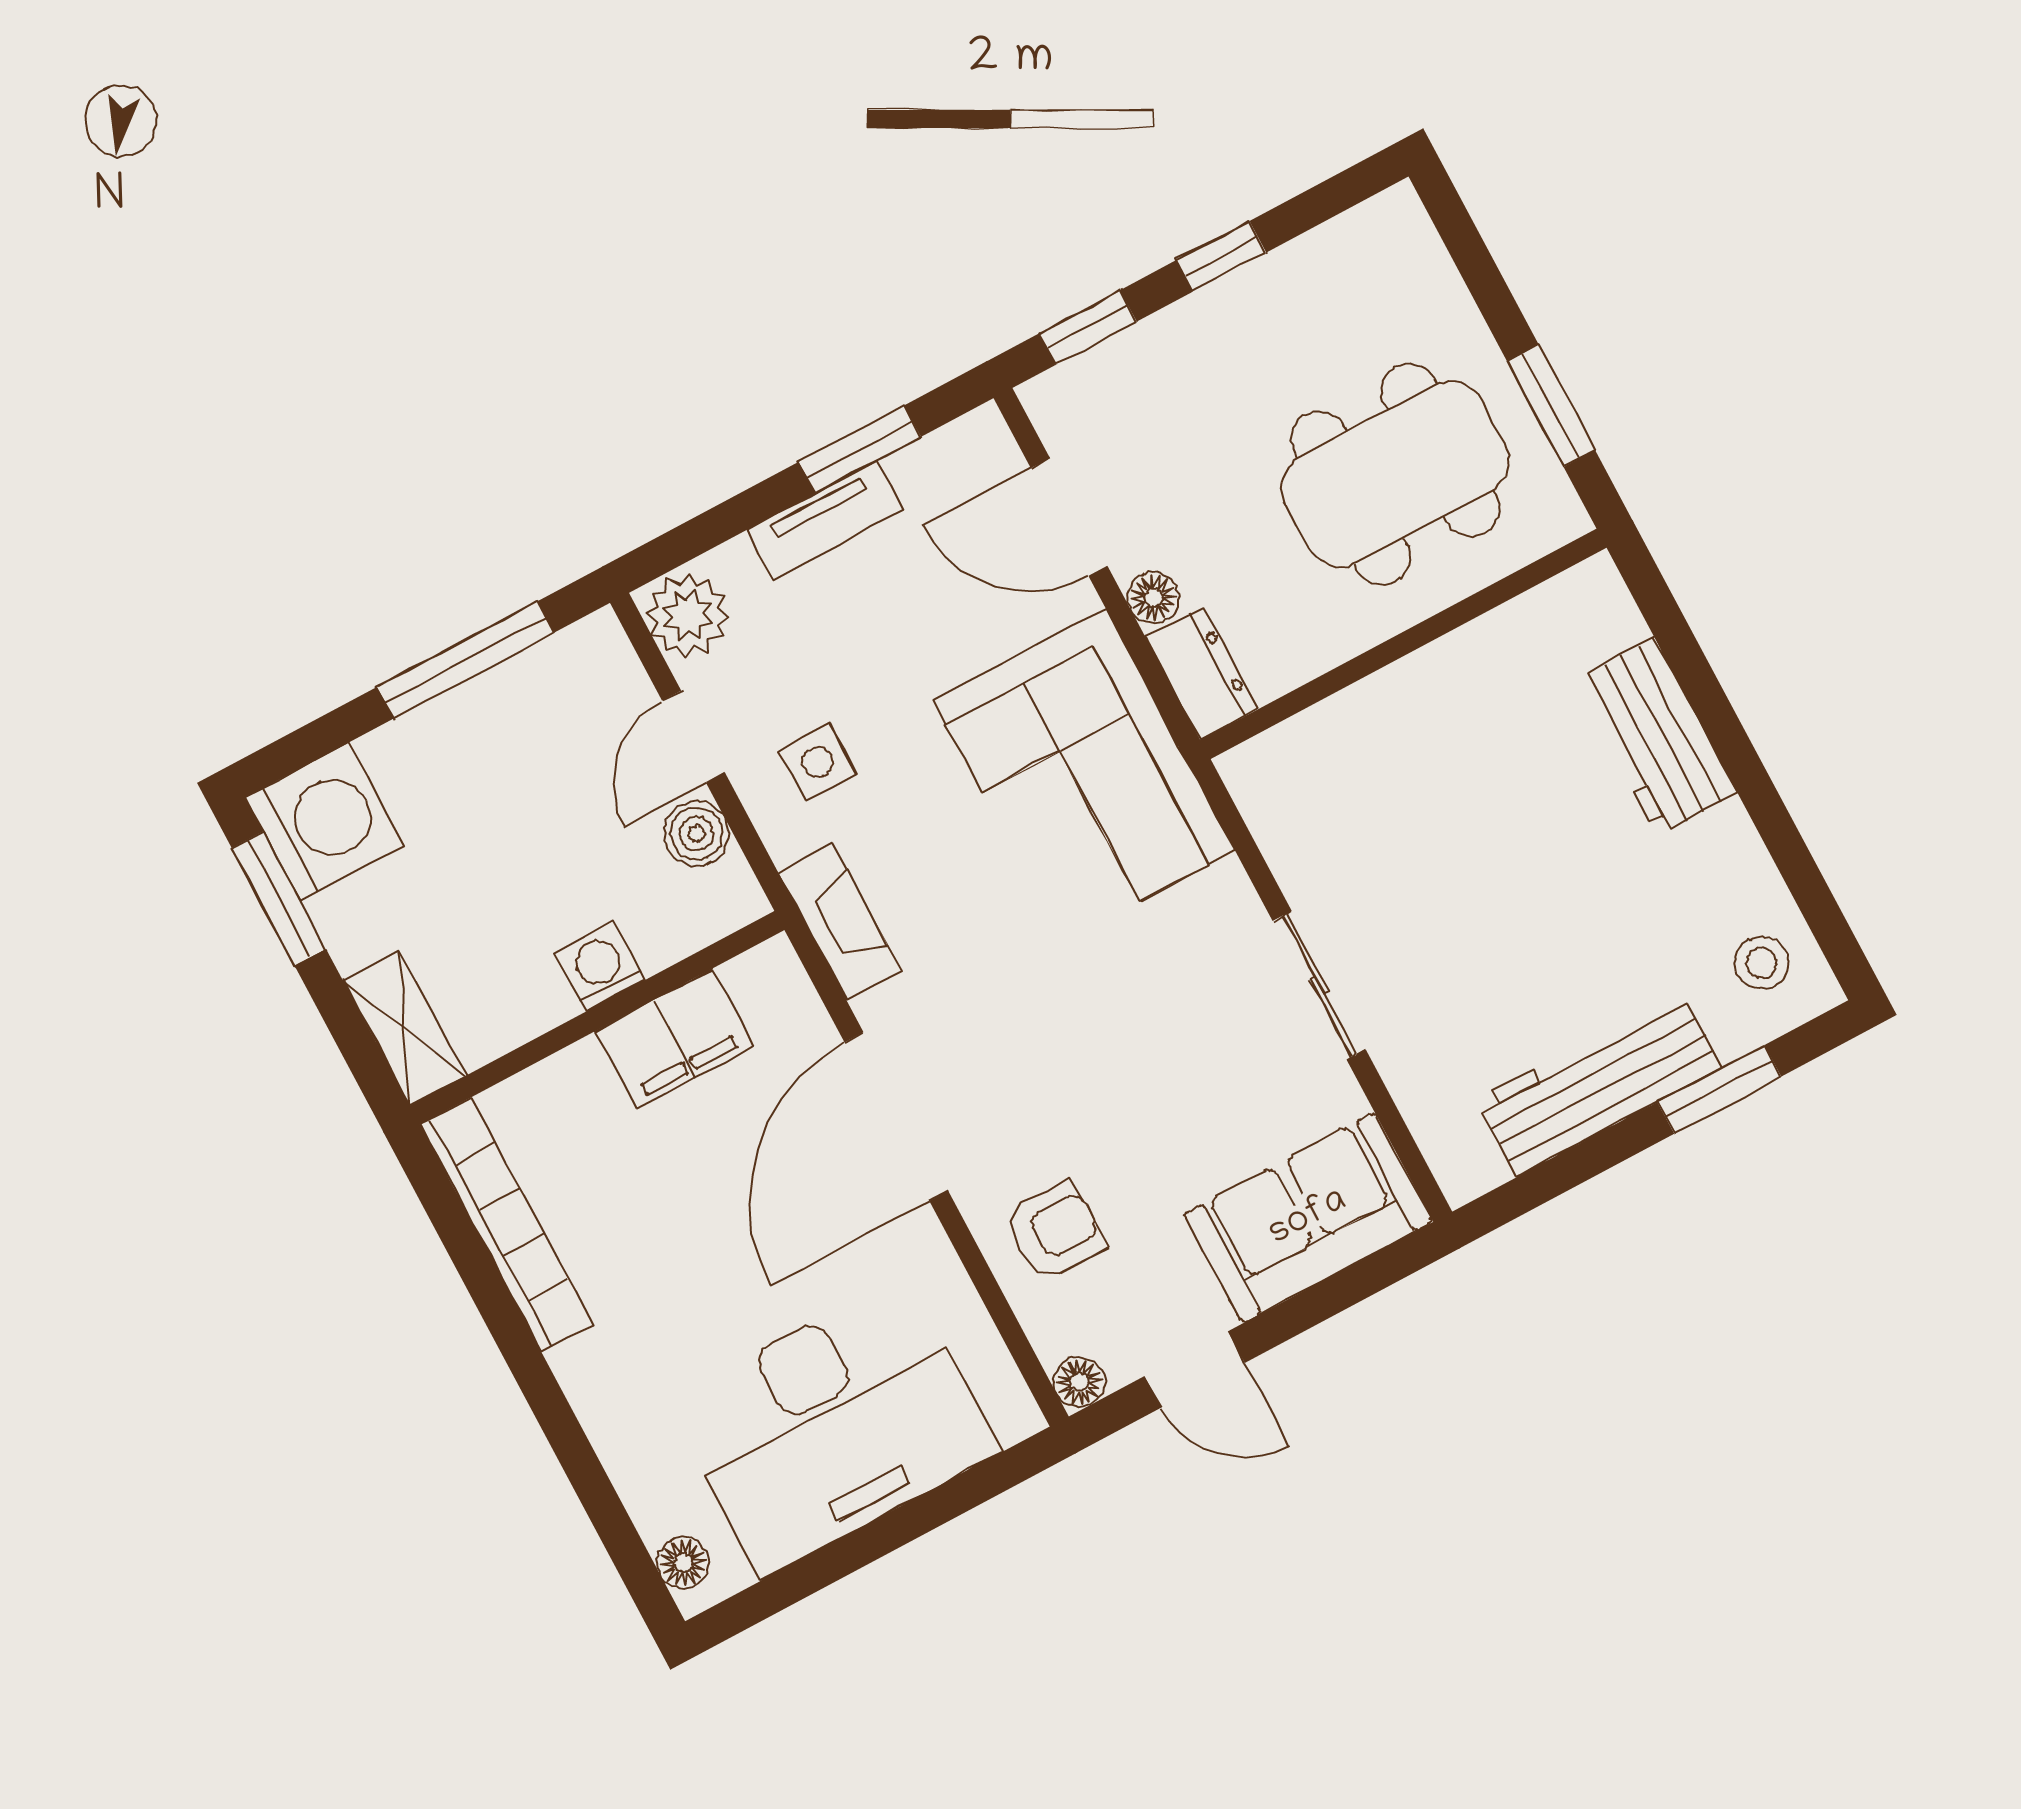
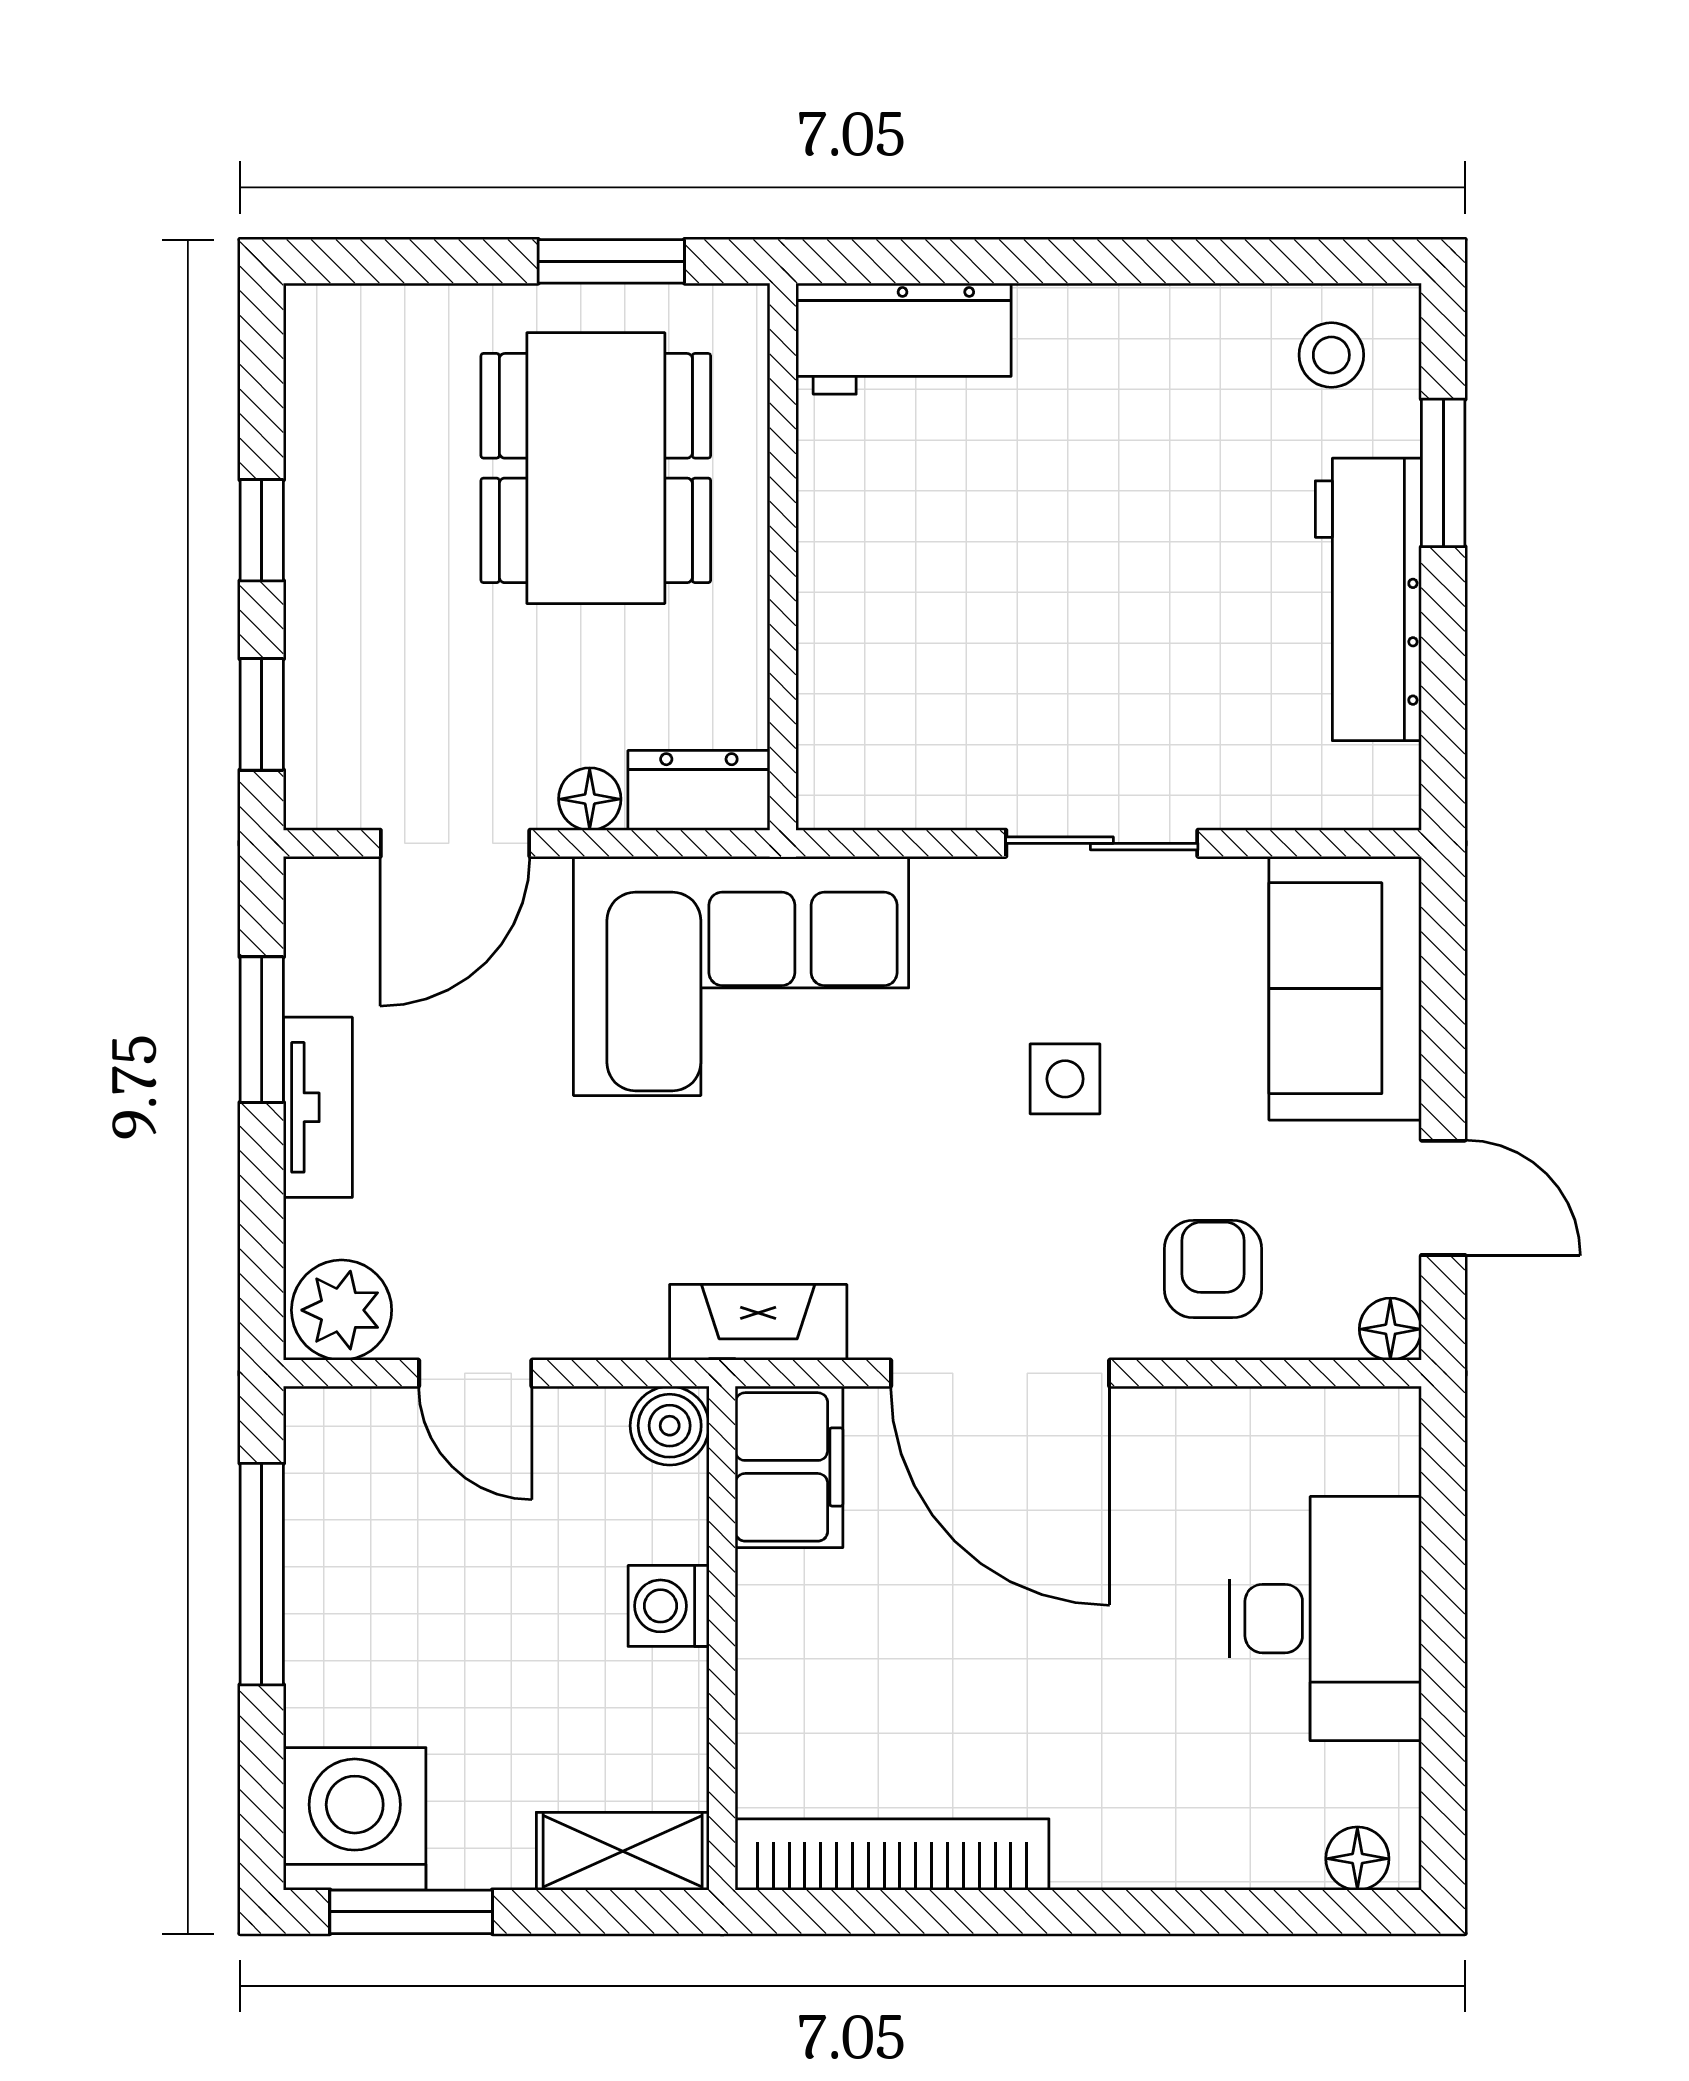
workbench: (1656, 736) -> (904, 339), moved
side table: (818, 762) -> (1065, 1079), moved
boiler: (697, 834) -> (670, 1426), moved
filing cabinet: (675, 1039) -> (789, 1467), moved
door: (1195, 1370) -> (1443, 1198), hinge flipped
desk: (833, 1426) -> (1326, 1619), width x0.73, depth x0.77

